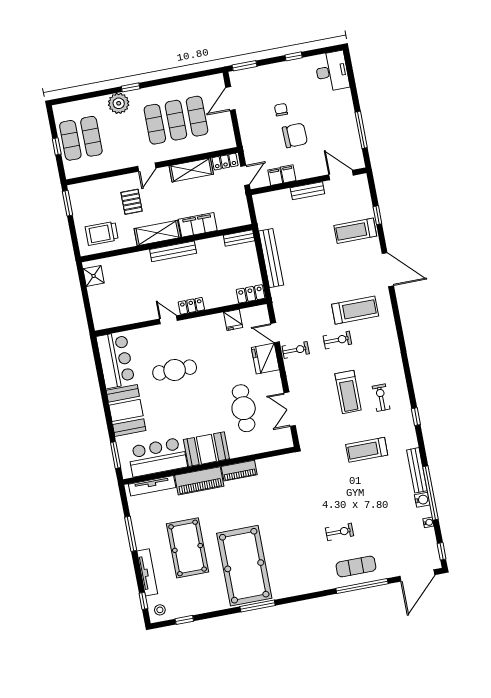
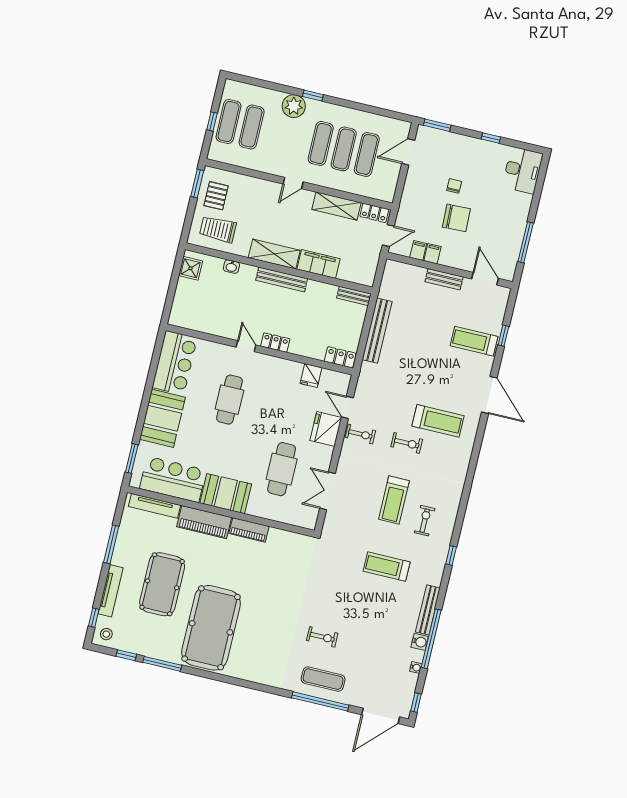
pallet: (131, 202) -> (216, 196), moved
washbasin: (127, 259) -> (231, 267), added
cafe table: (175, 370) -> (229, 400), turned 90
window: (258, 606) -> (162, 664), moved

